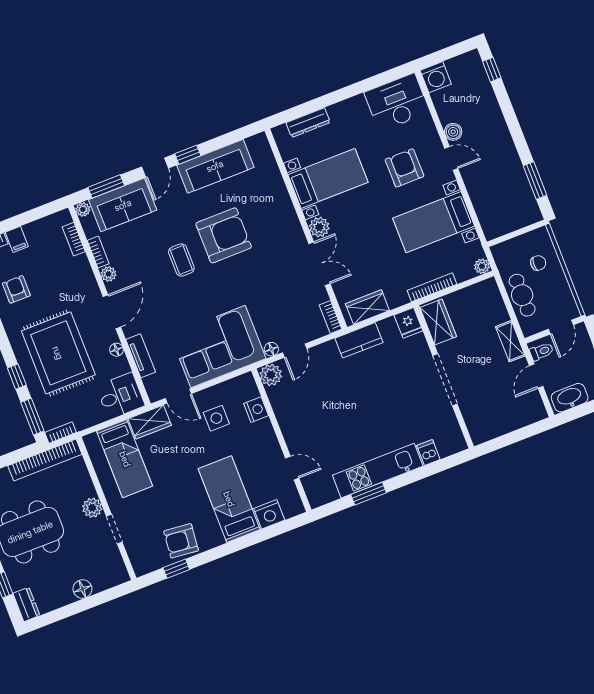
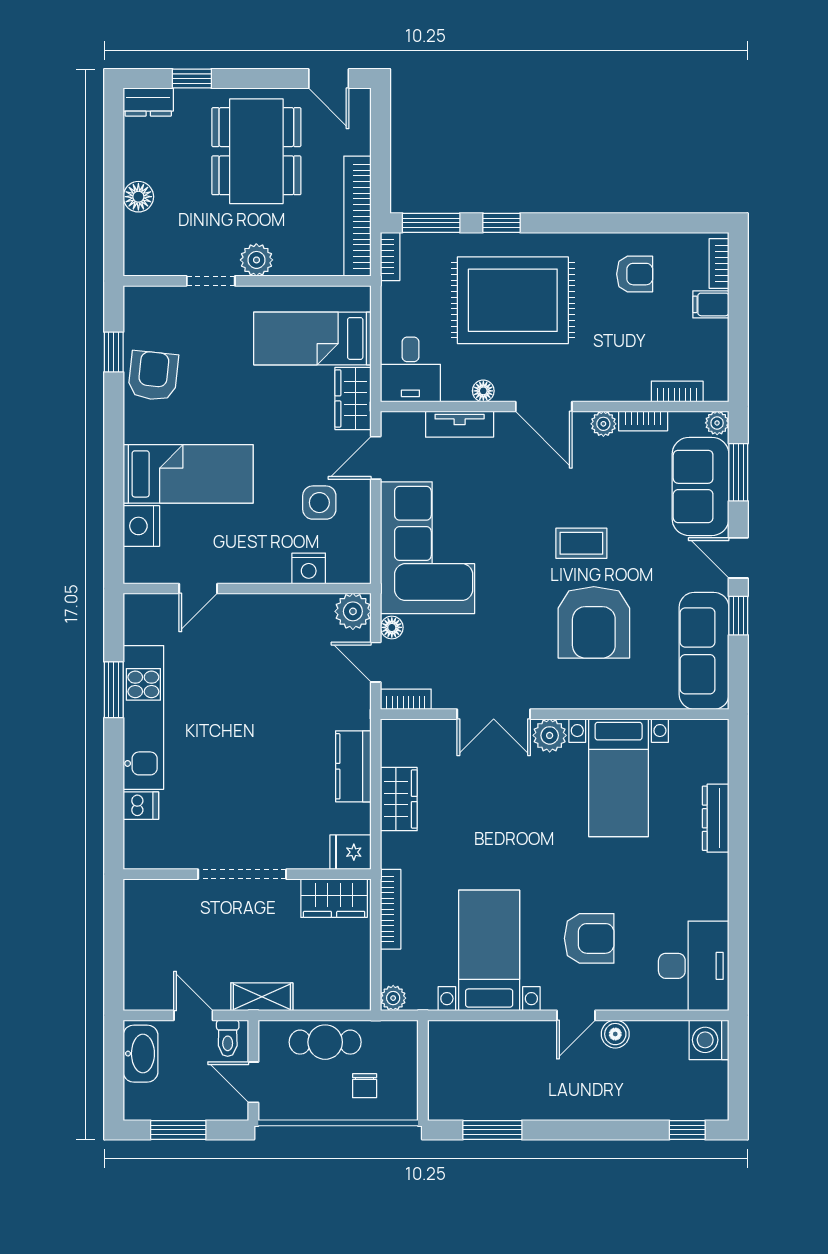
bed with nightstands: (328, 178) -> (619, 778), moved
plant: (319, 227) -> (550, 735), moved
wall: (306, 229) -> (555, 714), moved
double door: (319, 264) -> (494, 714), moved
bookcase: (331, 317) -> (406, 699), moved

